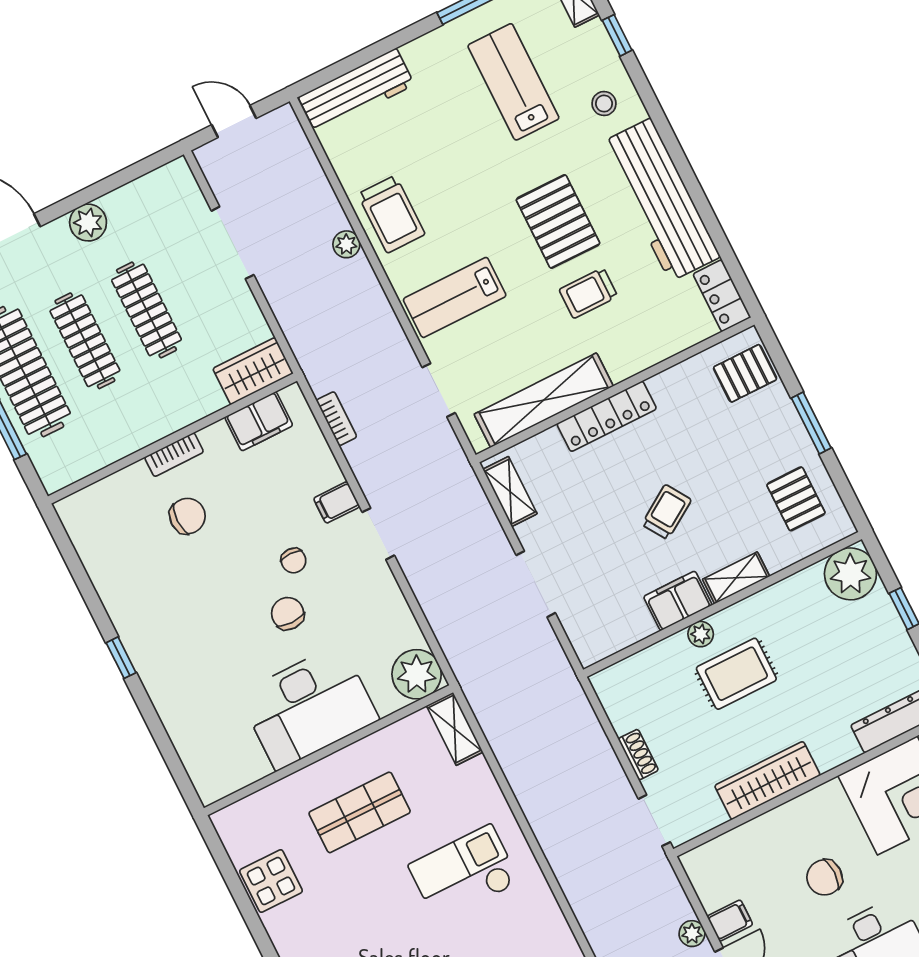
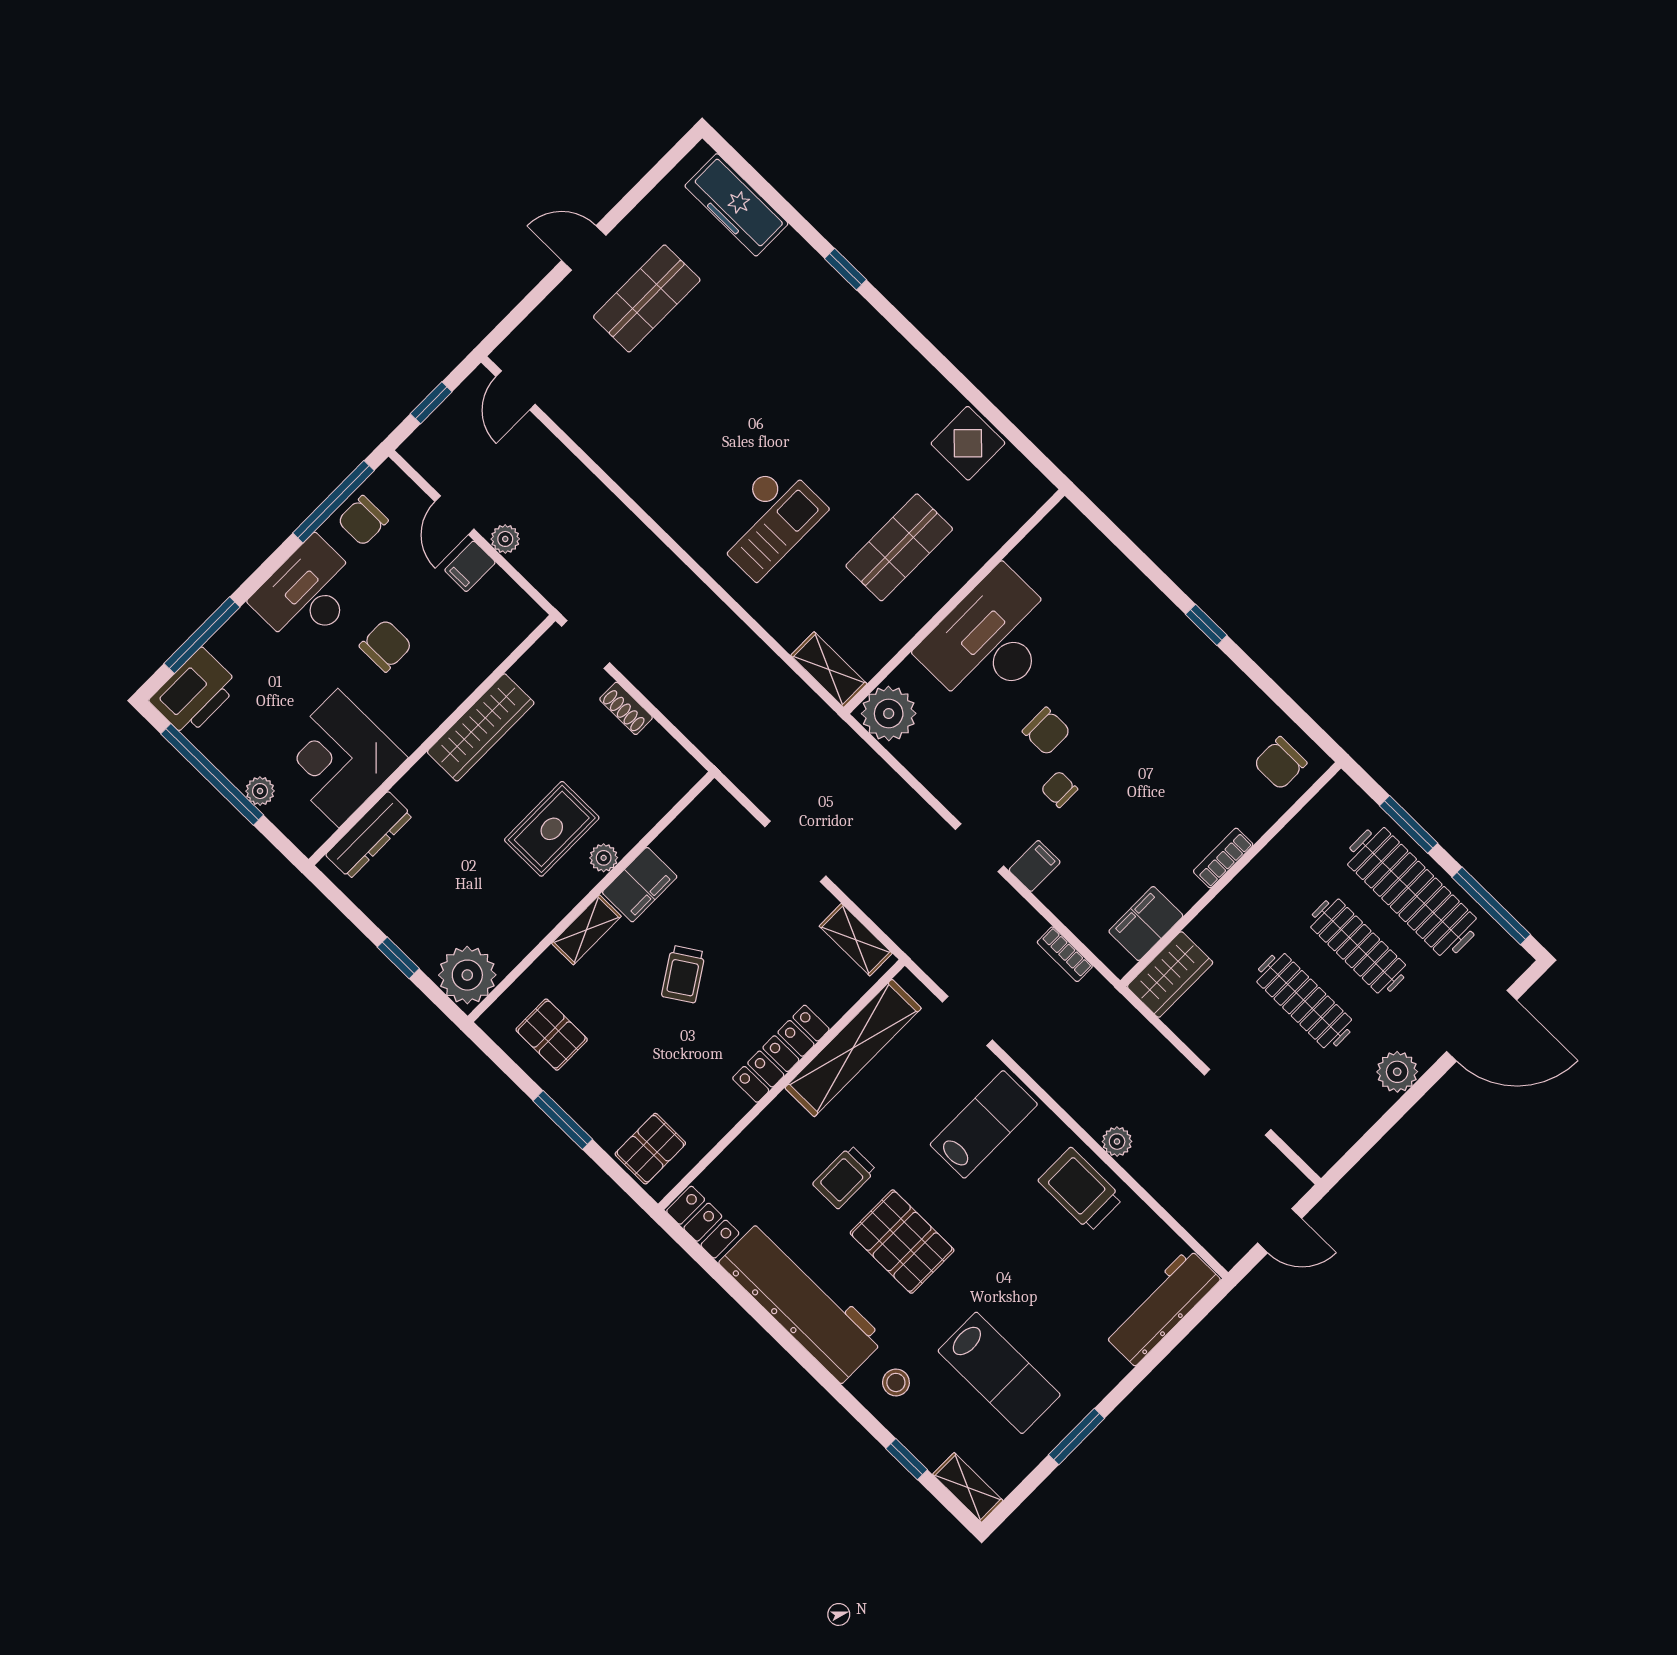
trolley: (588, 293) -> (844, 1177), turned 180
chair: (187, 516) -> (1280, 763), moved

